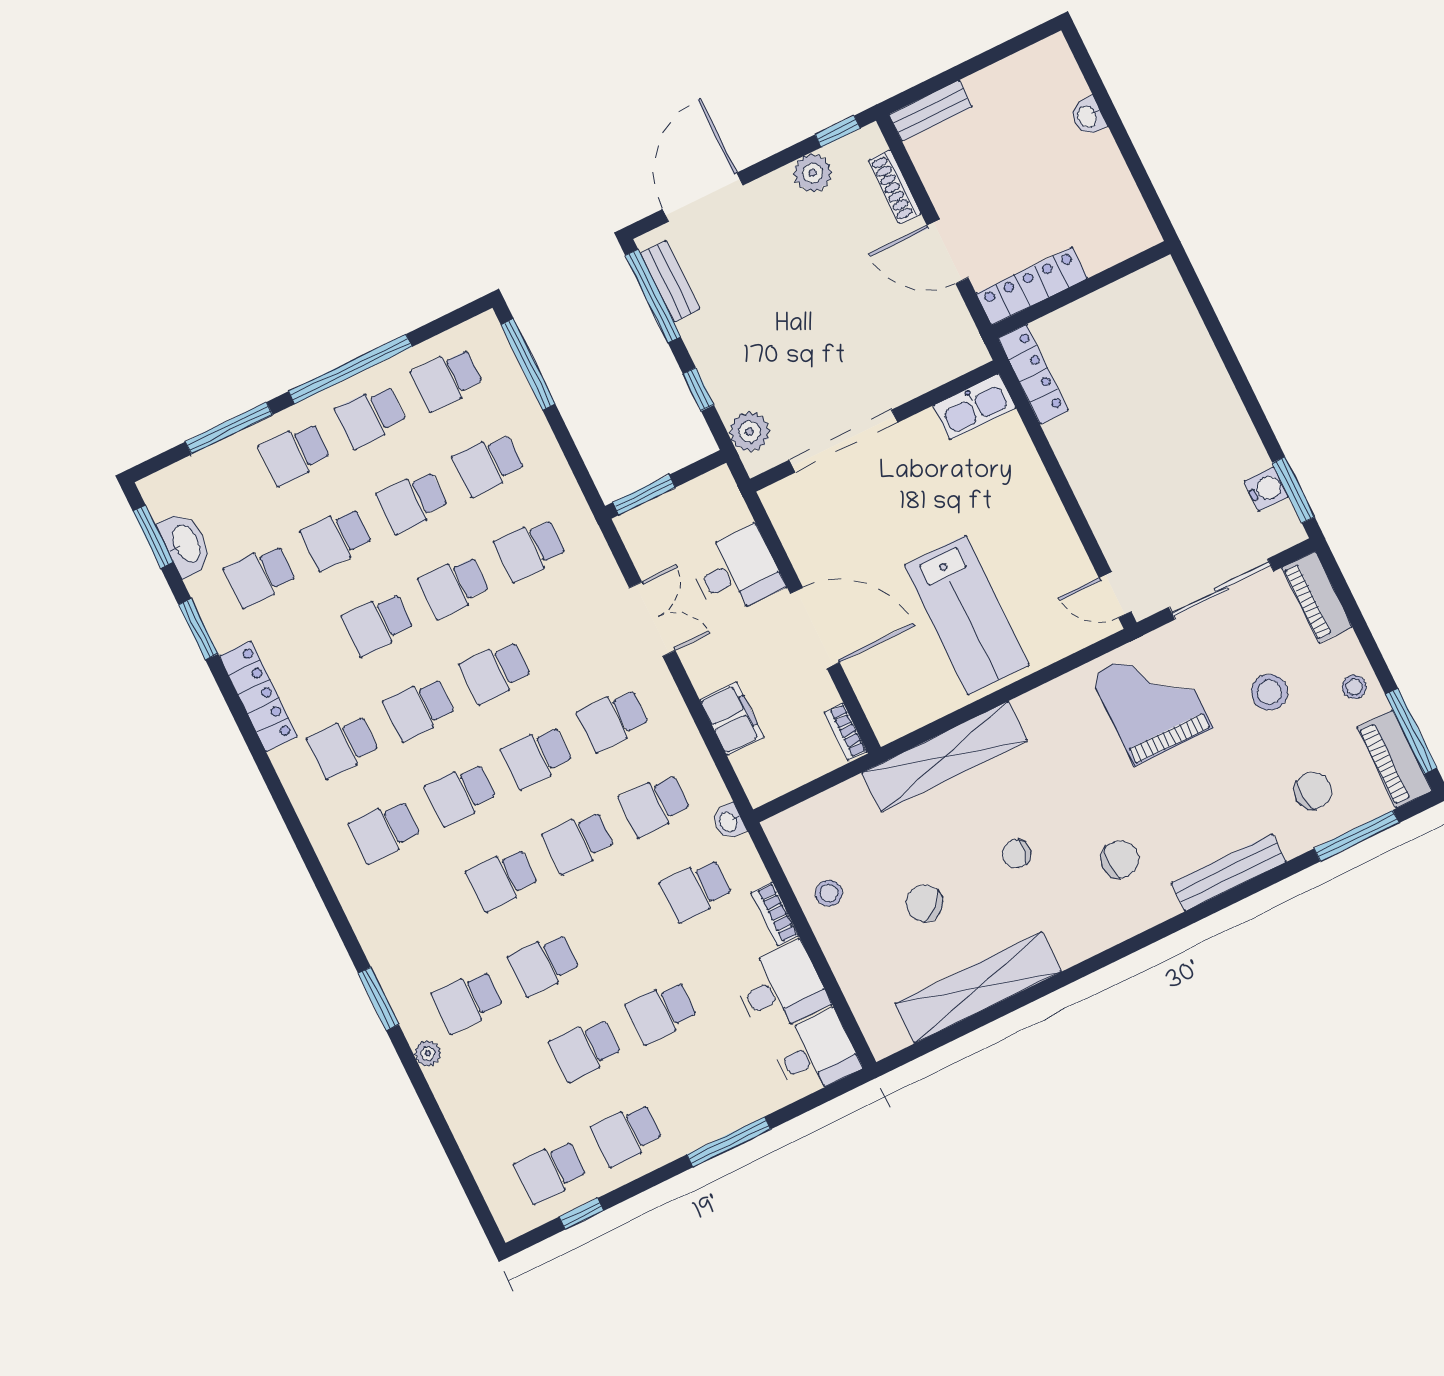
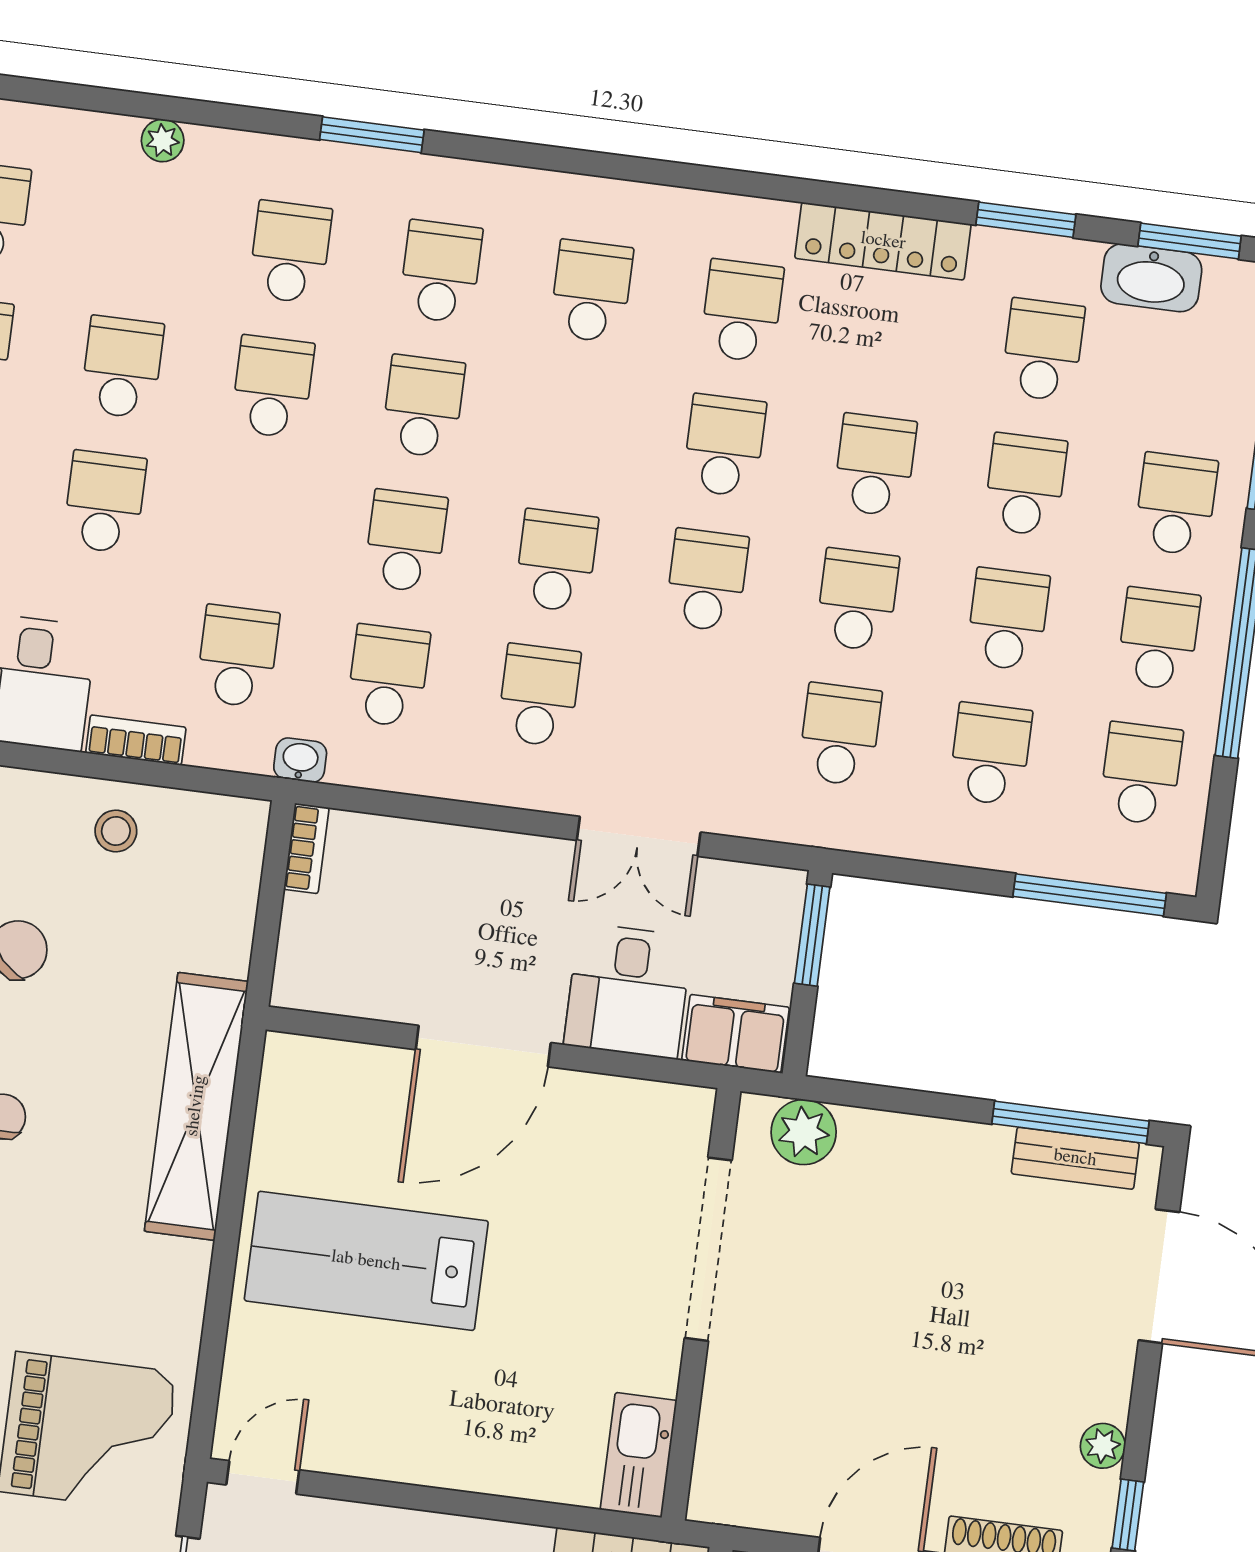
plant: (813, 173) -> (1103, 1446), width x0.73, depth x0.73
window: (698, 389) -> (905, 1101), removed
filing cabinet: (732, 718) -> (735, 1034), moved, turned 180
bookcase: (846, 732) -> (306, 848), moved, turned 90
school desk: (461, 794) -> (441, 272), moved
plant: (428, 1053) -> (163, 140), moved

